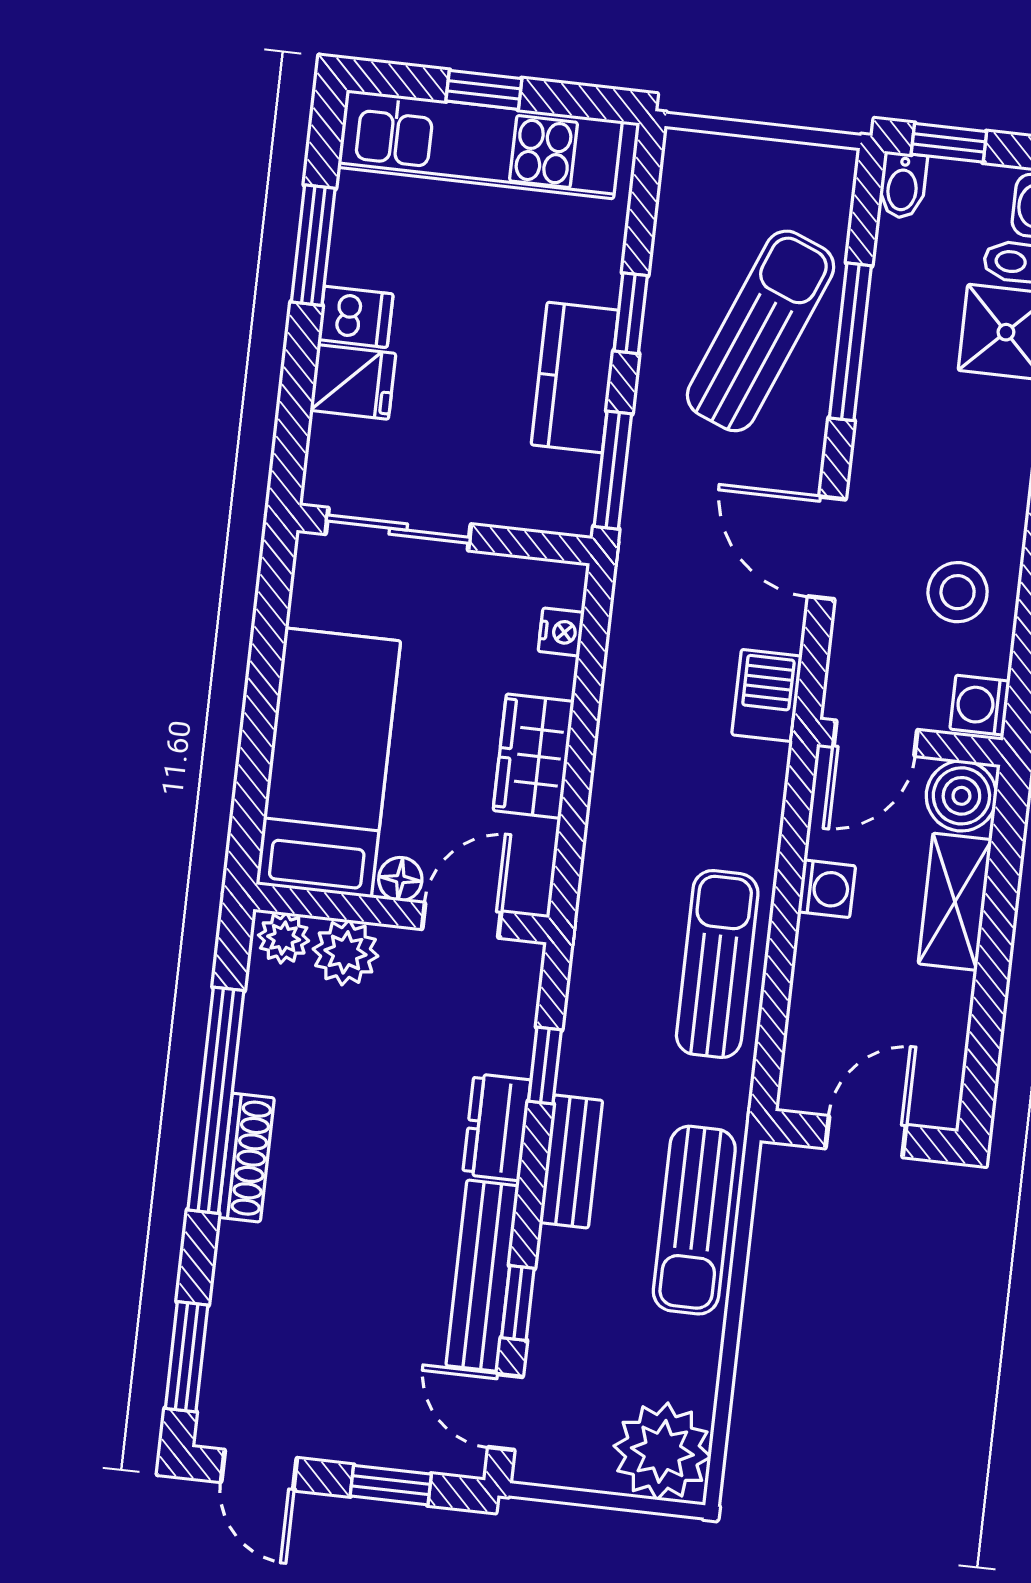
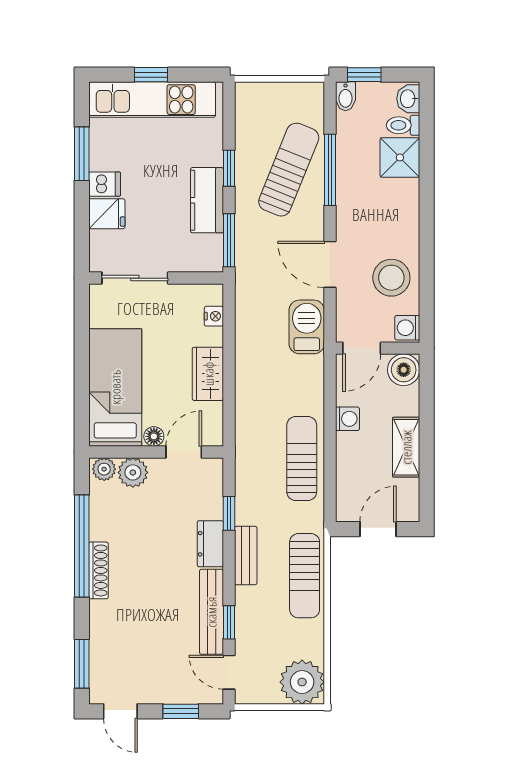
stool: (958, 592) -> (391, 278), width x1.38, depth x1.38
barbecue: (767, 695) -> (307, 327), width x1.38, depth x1.27
shelving: (955, 902) -> (406, 447), moved

